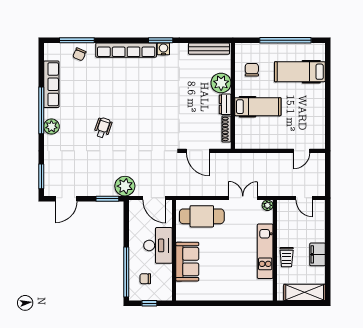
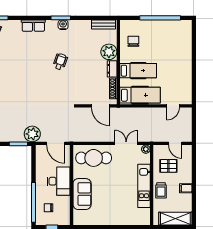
bench: (209, 49) -> (104, 24), width x0.73
row of seats: (126, 50) -> (33, 26), width x0.50
hospital bed: (300, 72) -> (140, 95), moved, turned 180
wheelchair: (103, 128) -> (60, 62), moved
door: (198, 151) -> (101, 106), moved
pallet: (296, 226) -> (168, 166), added
filing cabinet: (318, 254) -> (186, 188), width x0.50

